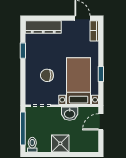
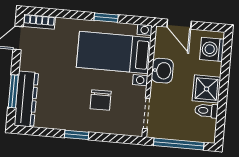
window: (48, 18) -> (13, 91), added
window: (23, 51) -> (77, 135), moved
toilet: (32, 145) -> (206, 111), moved
washing machine: (86, 145) -> (212, 49), added

